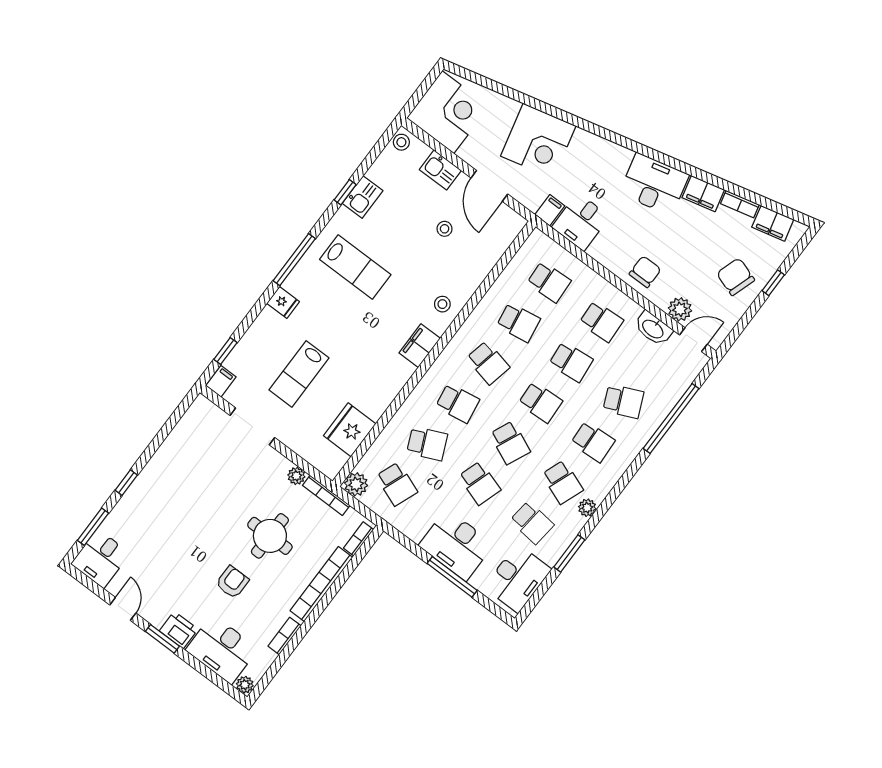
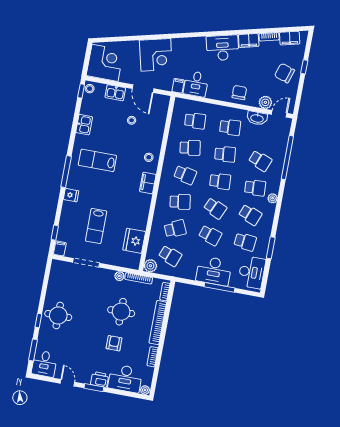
window: (345, 192) -> (81, 91), moved
lab bench: (355, 267) -> (97, 160), turned 180
school desk: (623, 401) -> (260, 161), turned 45
round table: (163, 491) -> (58, 315), added
plant: (587, 508) -> (273, 198), moved

